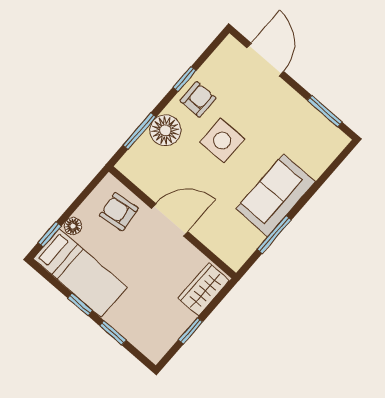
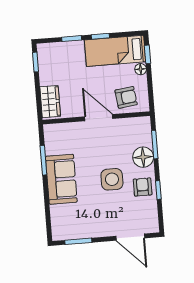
armchair: (198, 99) -> (143, 187), turned 180
door: (170, 220) -> (99, 118), swing flipped
window: (190, 331) -> (36, 62), moved

